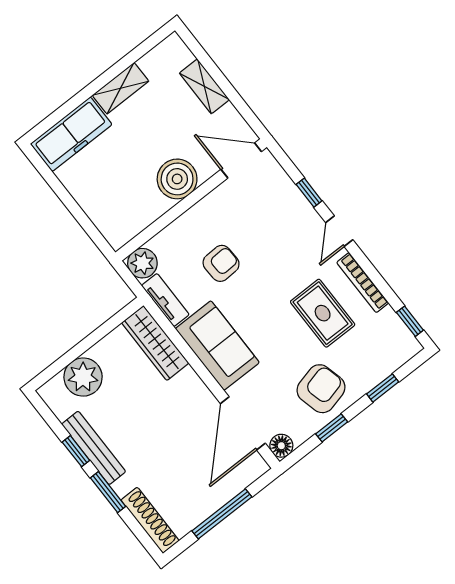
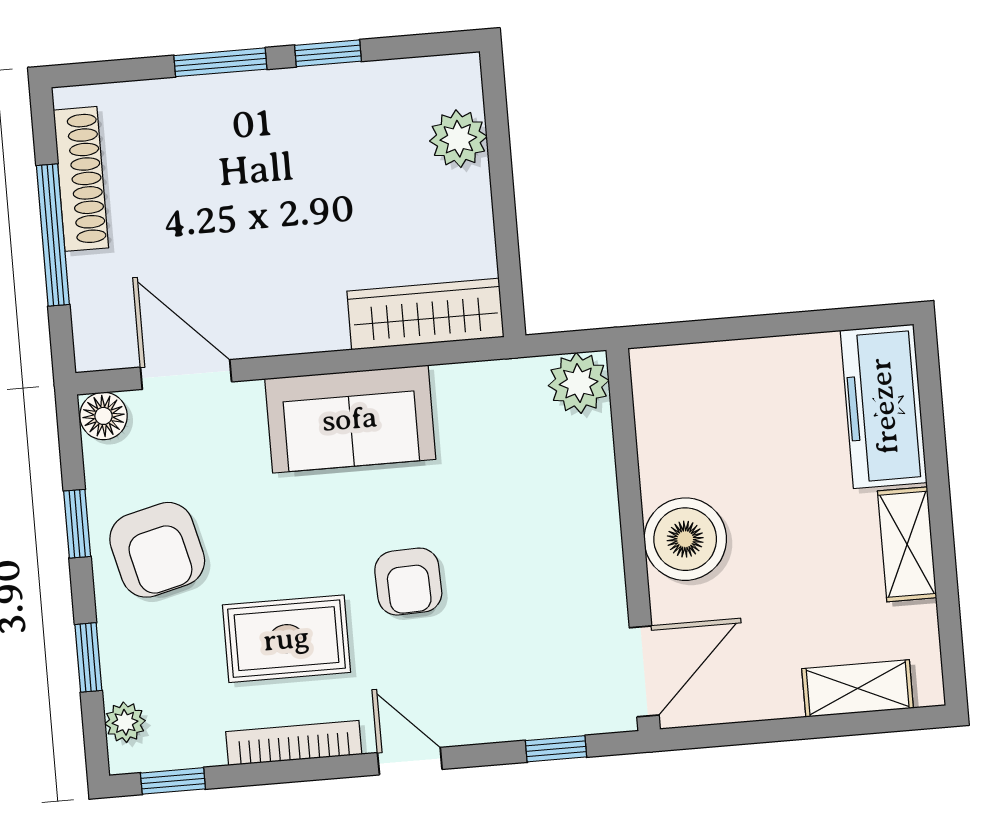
shelving: (204, 86) -> (858, 688), moved
window: (309, 193) -> (556, 749), moved
armchair: (221, 263) -> (408, 582), moved
tv unit: (165, 300) -> (489, 381), removed
plant: (399, 356) -> (125, 722), added
plant: (83, 377) -> (458, 139), width x0.73, depth x0.73
door: (243, 423) -> (186, 375), width x0.73
bench: (94, 448) -> (314, 88), removed
shoe rack: (150, 520) -> (81, 179), moved, turned -90

